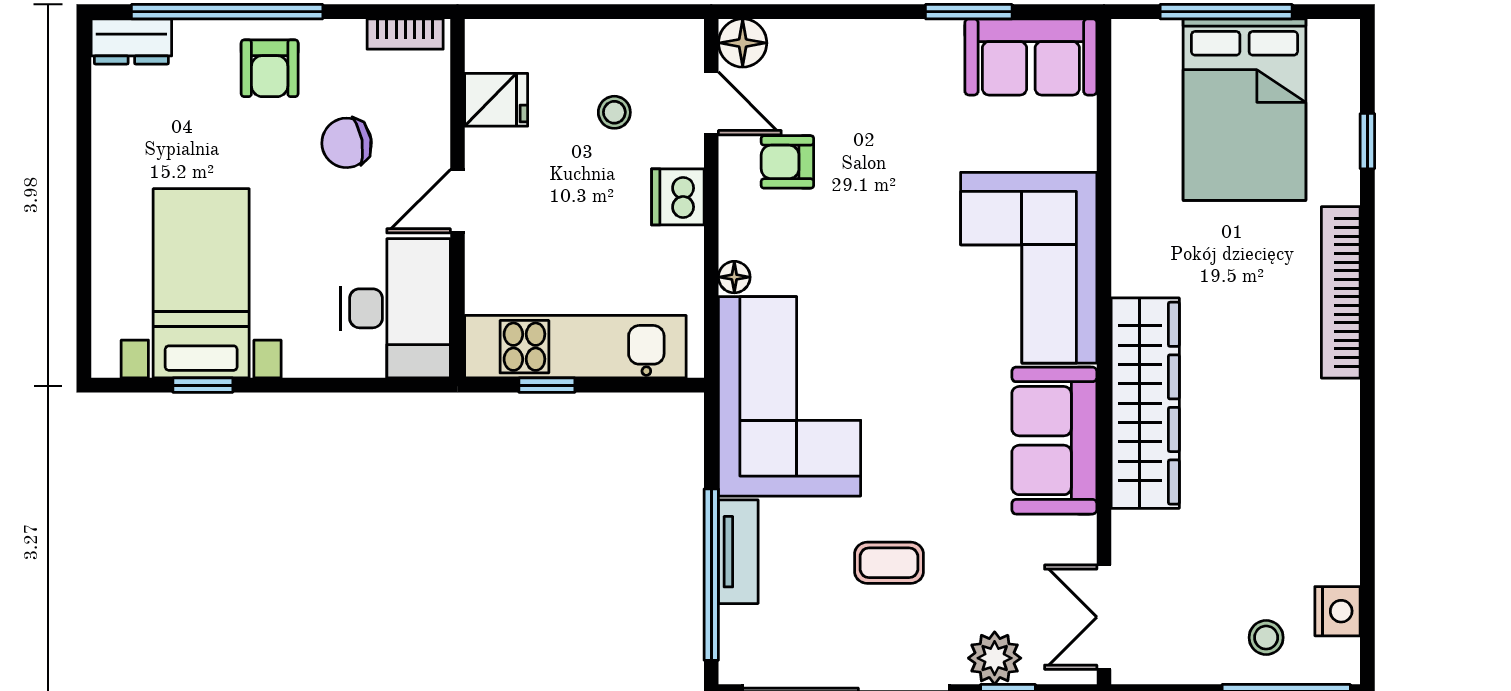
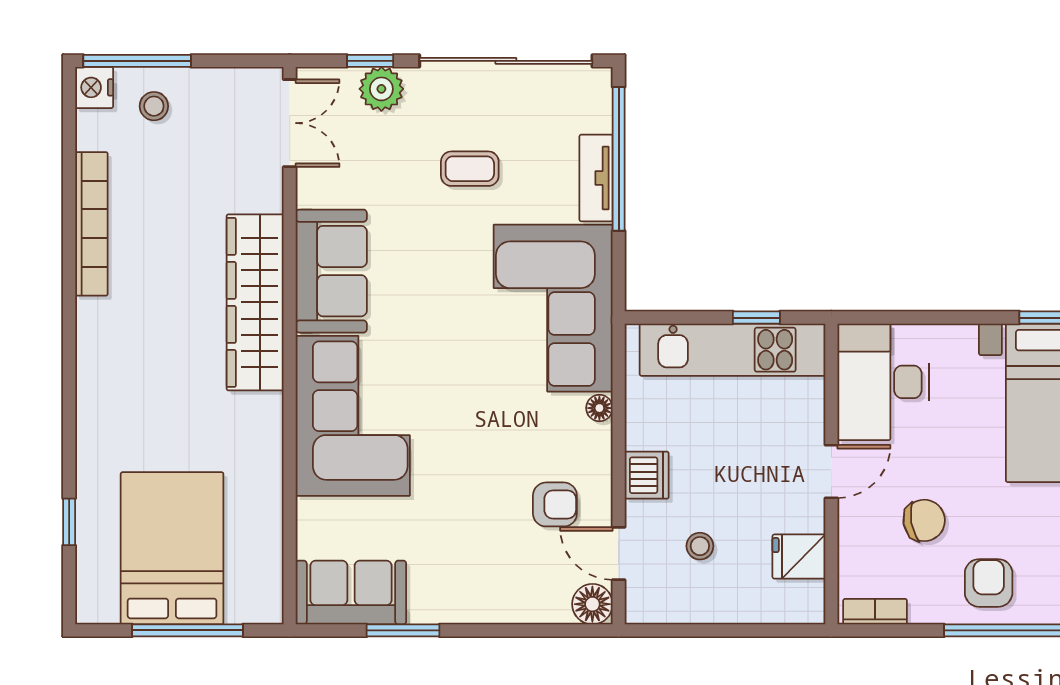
bookcase: (1341, 292) -> (91, 224), moved
nightstand: (1338, 611) -> (94, 87), moved

